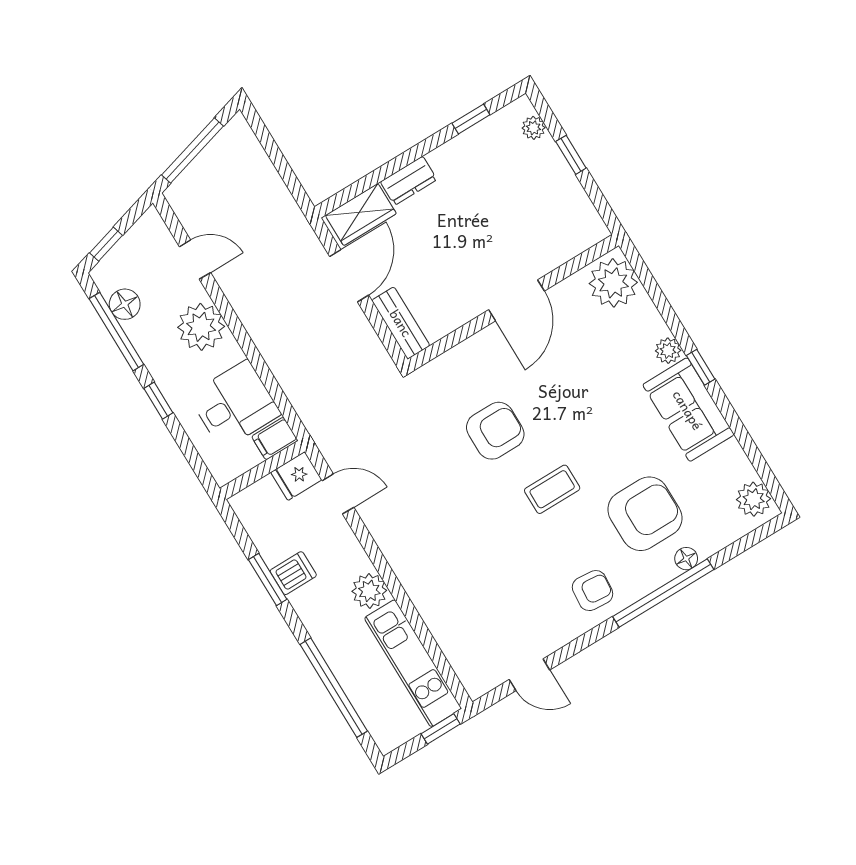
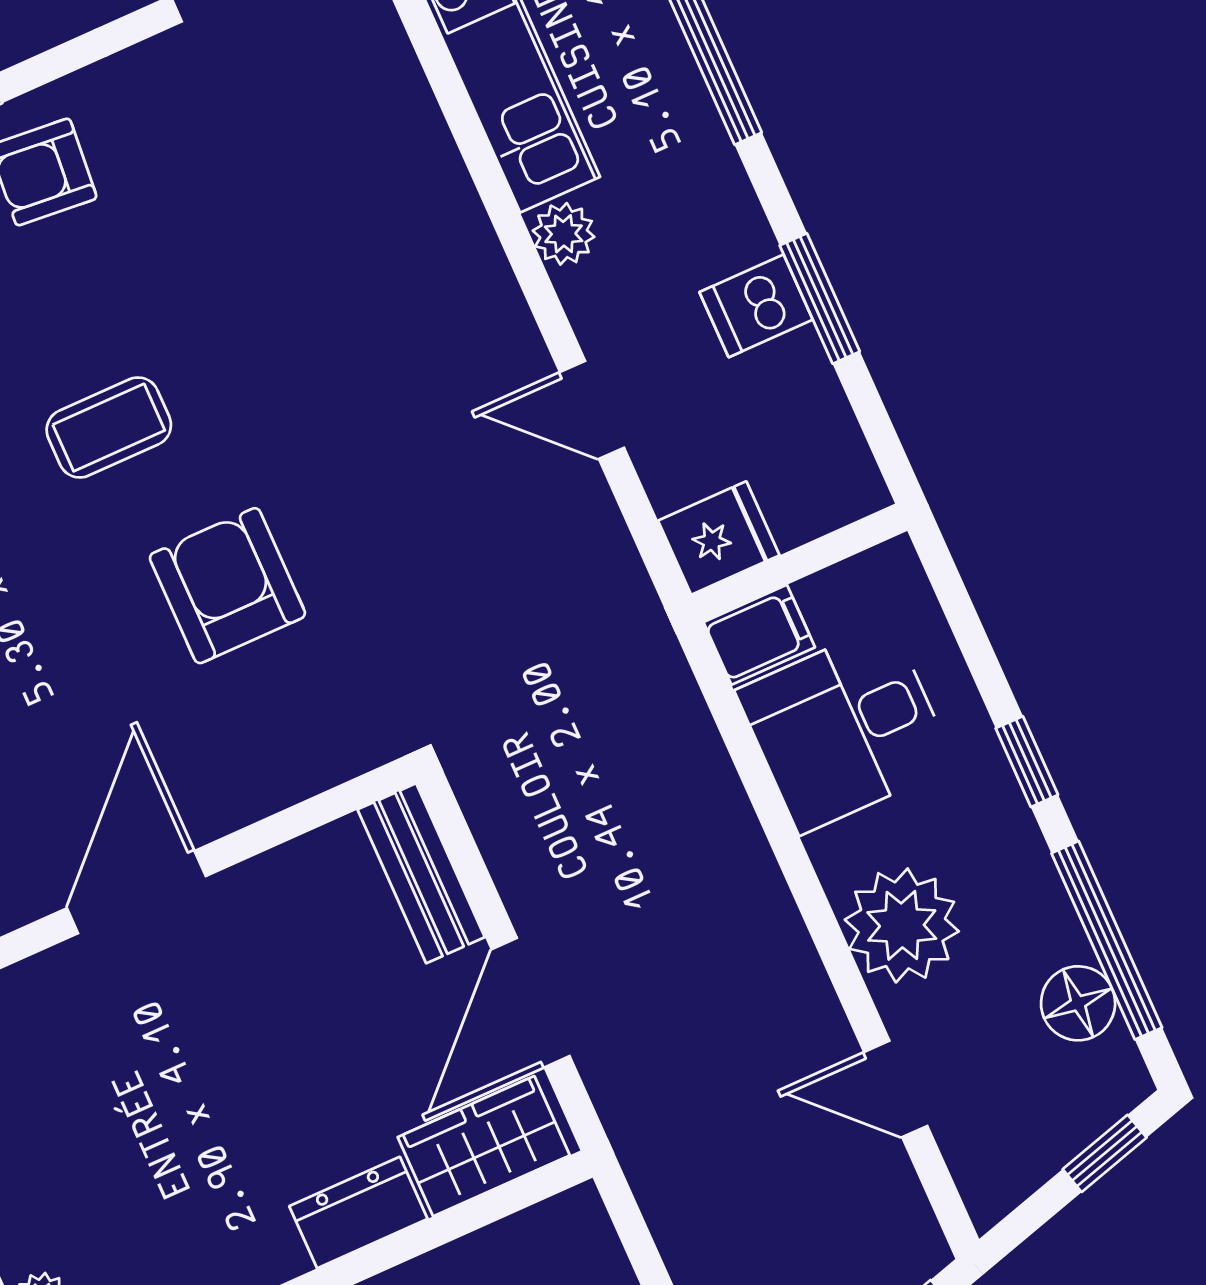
armchair: (495, 431) -> (227, 586), turned 90
door: (338, 494) -> (592, 410), moved
plant: (369, 591) -> (564, 234), width x0.73, depth x0.73

